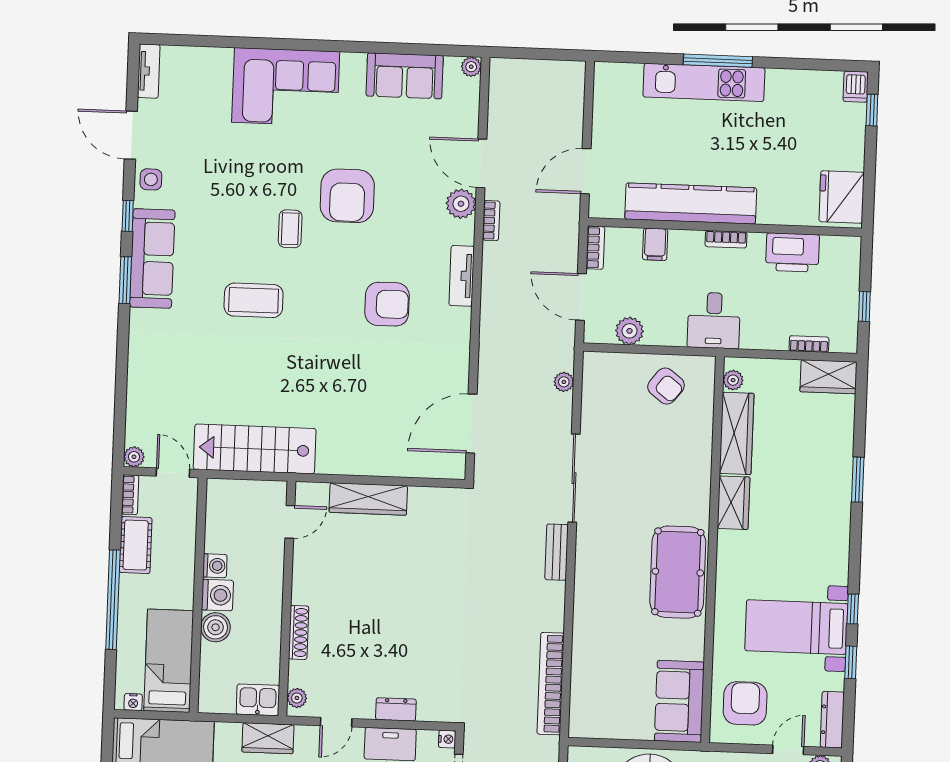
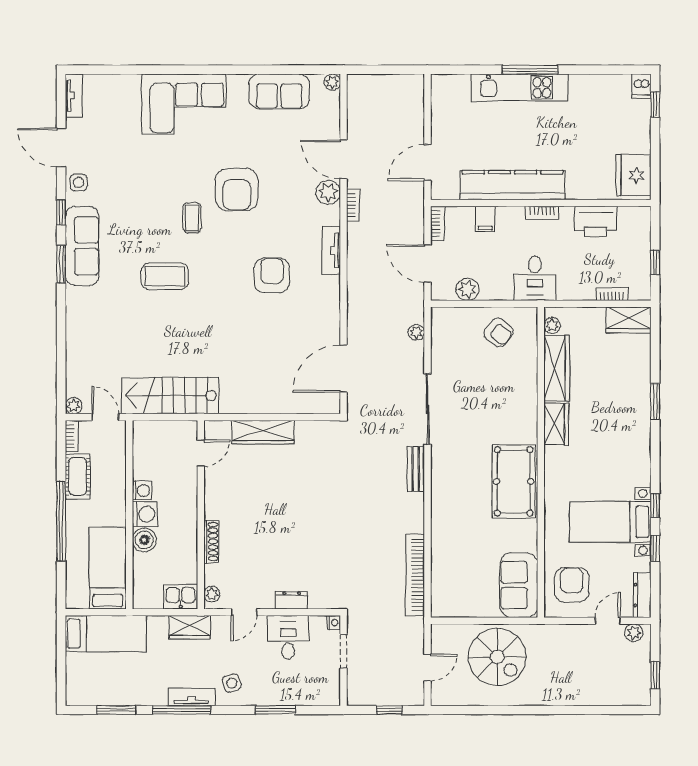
armchair: (387, 304) -> (272, 275), turned -90
nightstand: (133, 702) -> (80, 602), removed

